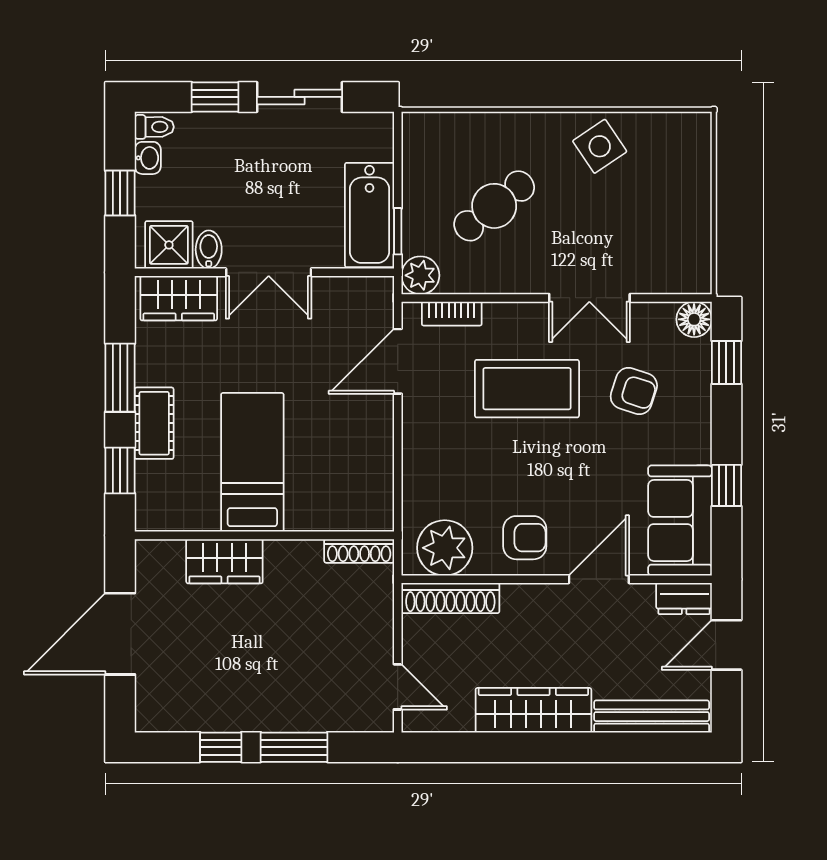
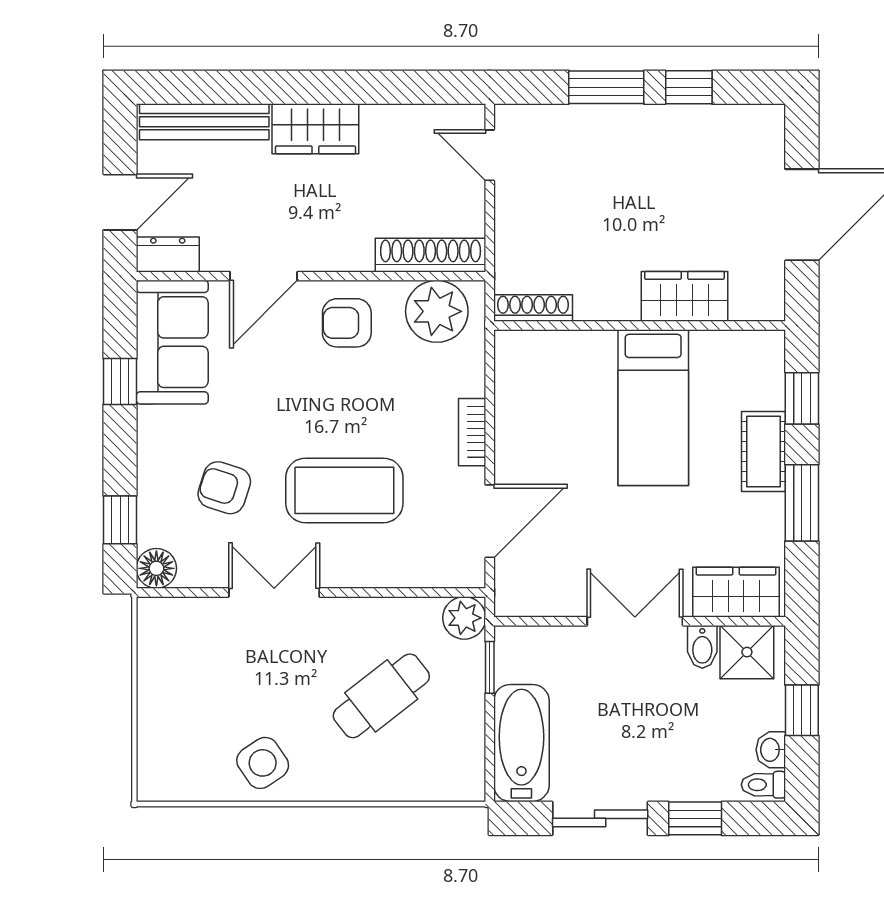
bathtub: (370, 215) -> (521, 743), moved
bookcase: (452, 314) -> (472, 432), moved, turned -90
wardrobe: (533, 710) -> (315, 129), width x0.67

